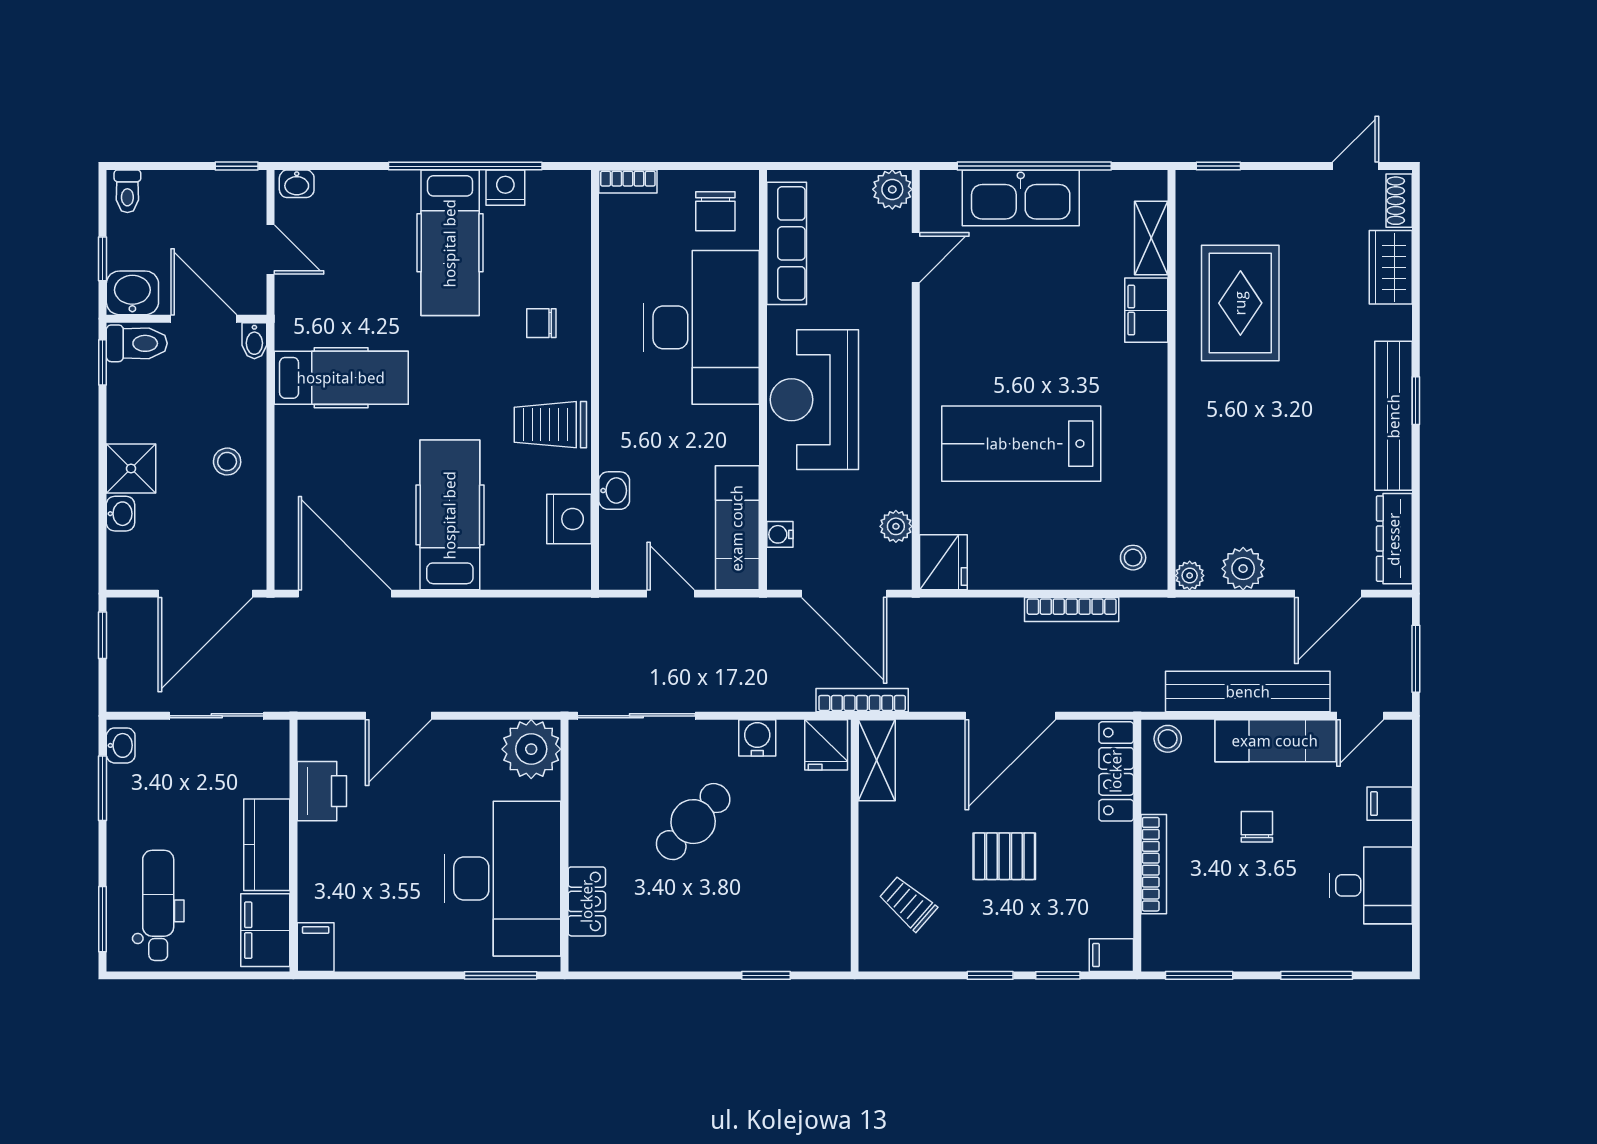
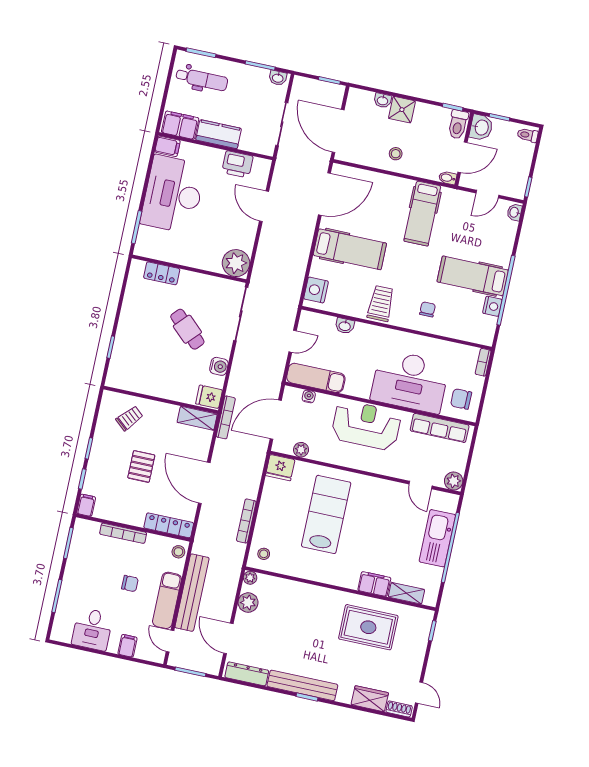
nightstand: (569, 519) -> (316, 290), moved, turned 90
desk: (503, 879) -> (173, 194), moved, turned 90

